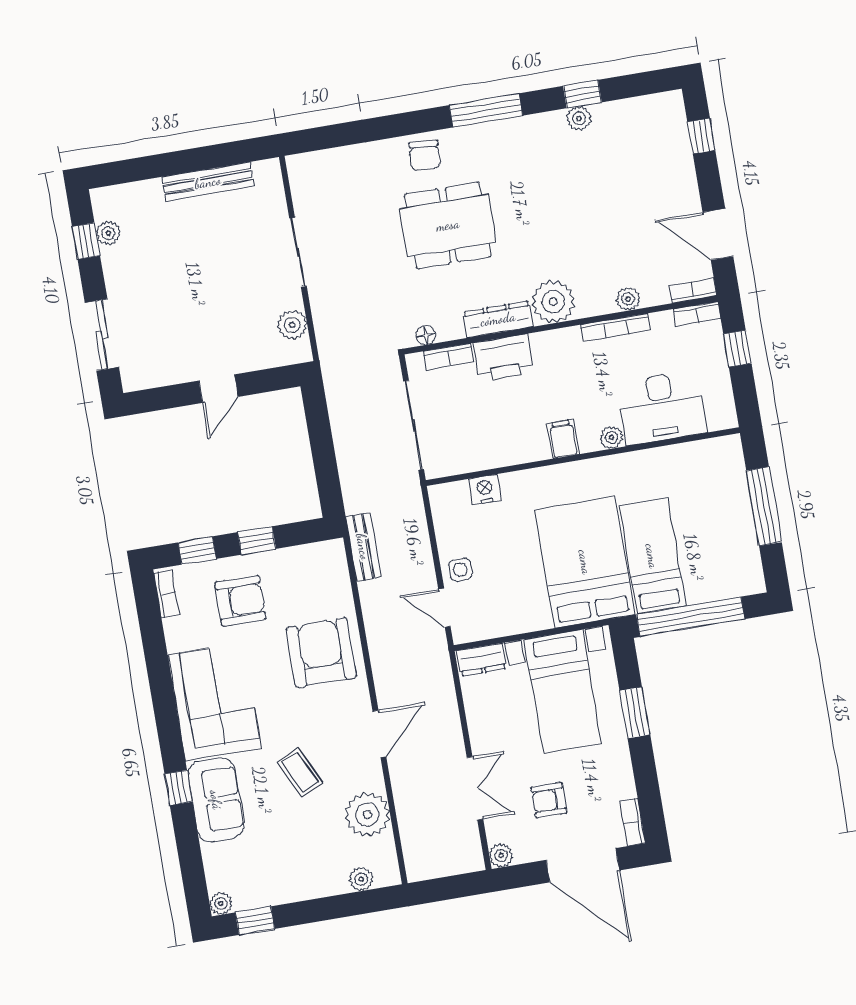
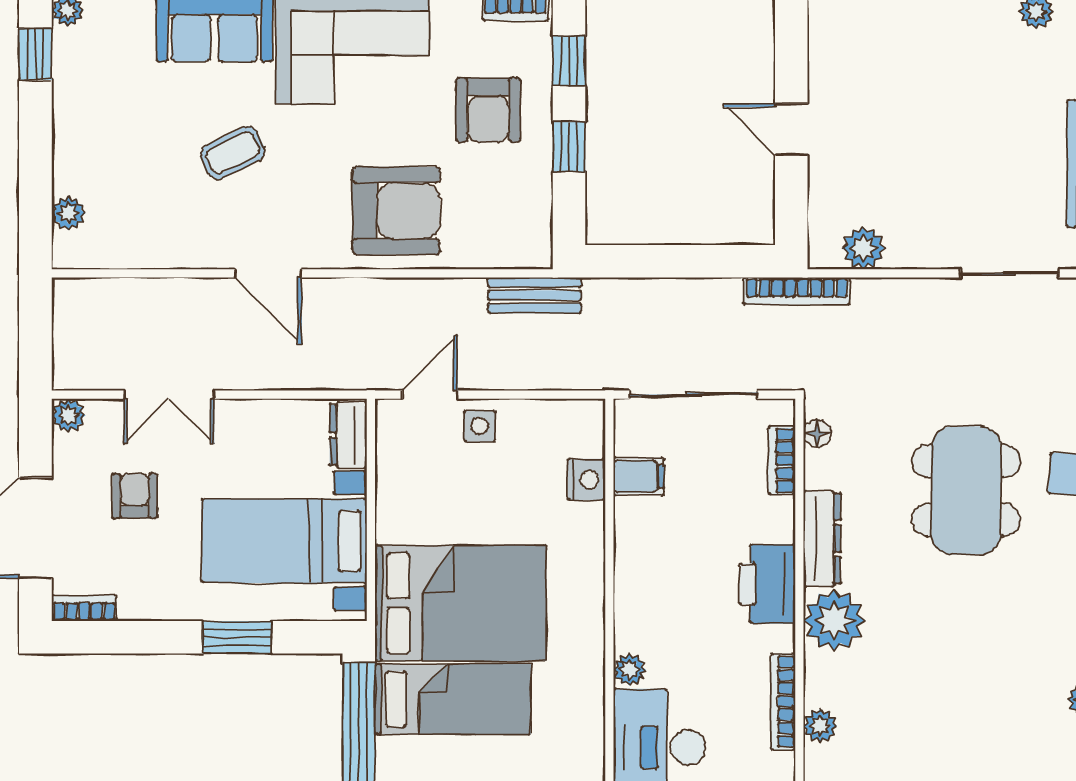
sliding door: (298, 252) -> (1009, 273), moved
printer: (504, 358) -> (767, 584), moved
bookcase: (330, 366) -> (797, 291), added
filing cabinet: (563, 439) -> (639, 476), moved
plant: (367, 815) -> (158, 237), removed

